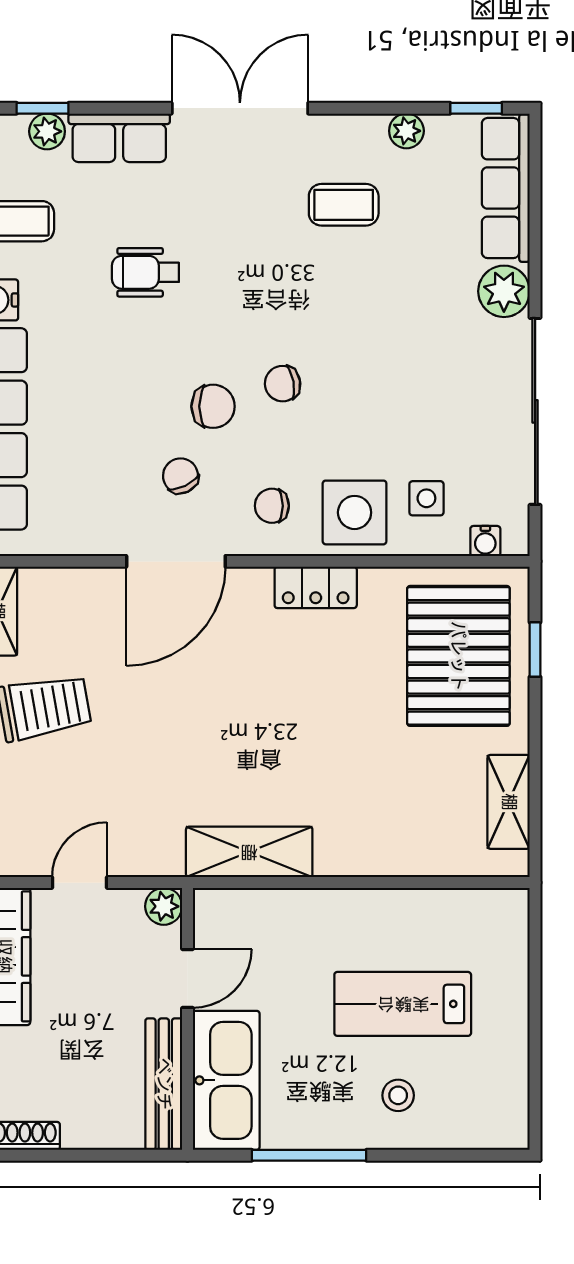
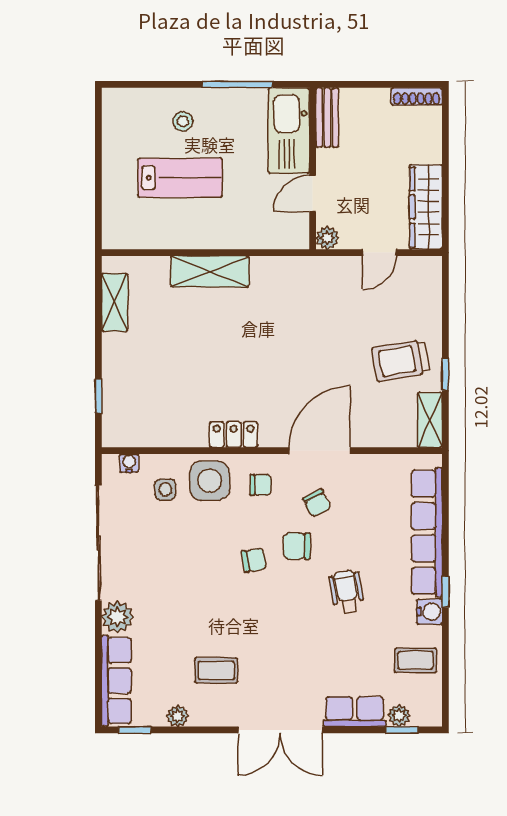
wheelchair: (145, 272) -> (347, 592), moved, turned -100
pallet: (458, 656) -> (146, 392), removed
shelving: (249, 852) -> (210, 271), moved
bench: (164, 1084) -> (327, 117), width x0.73

